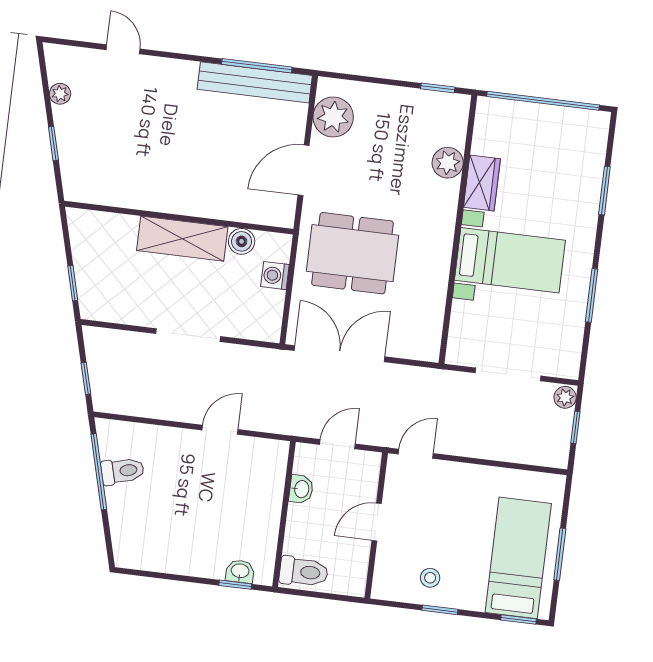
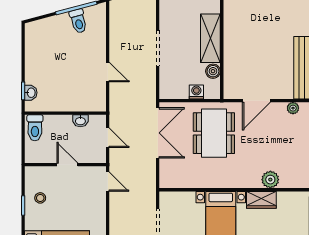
plant: (333, 117) -> (293, 108), width x0.53, depth x0.53
door: (304, 170) -> (256, 101), swing flipped

